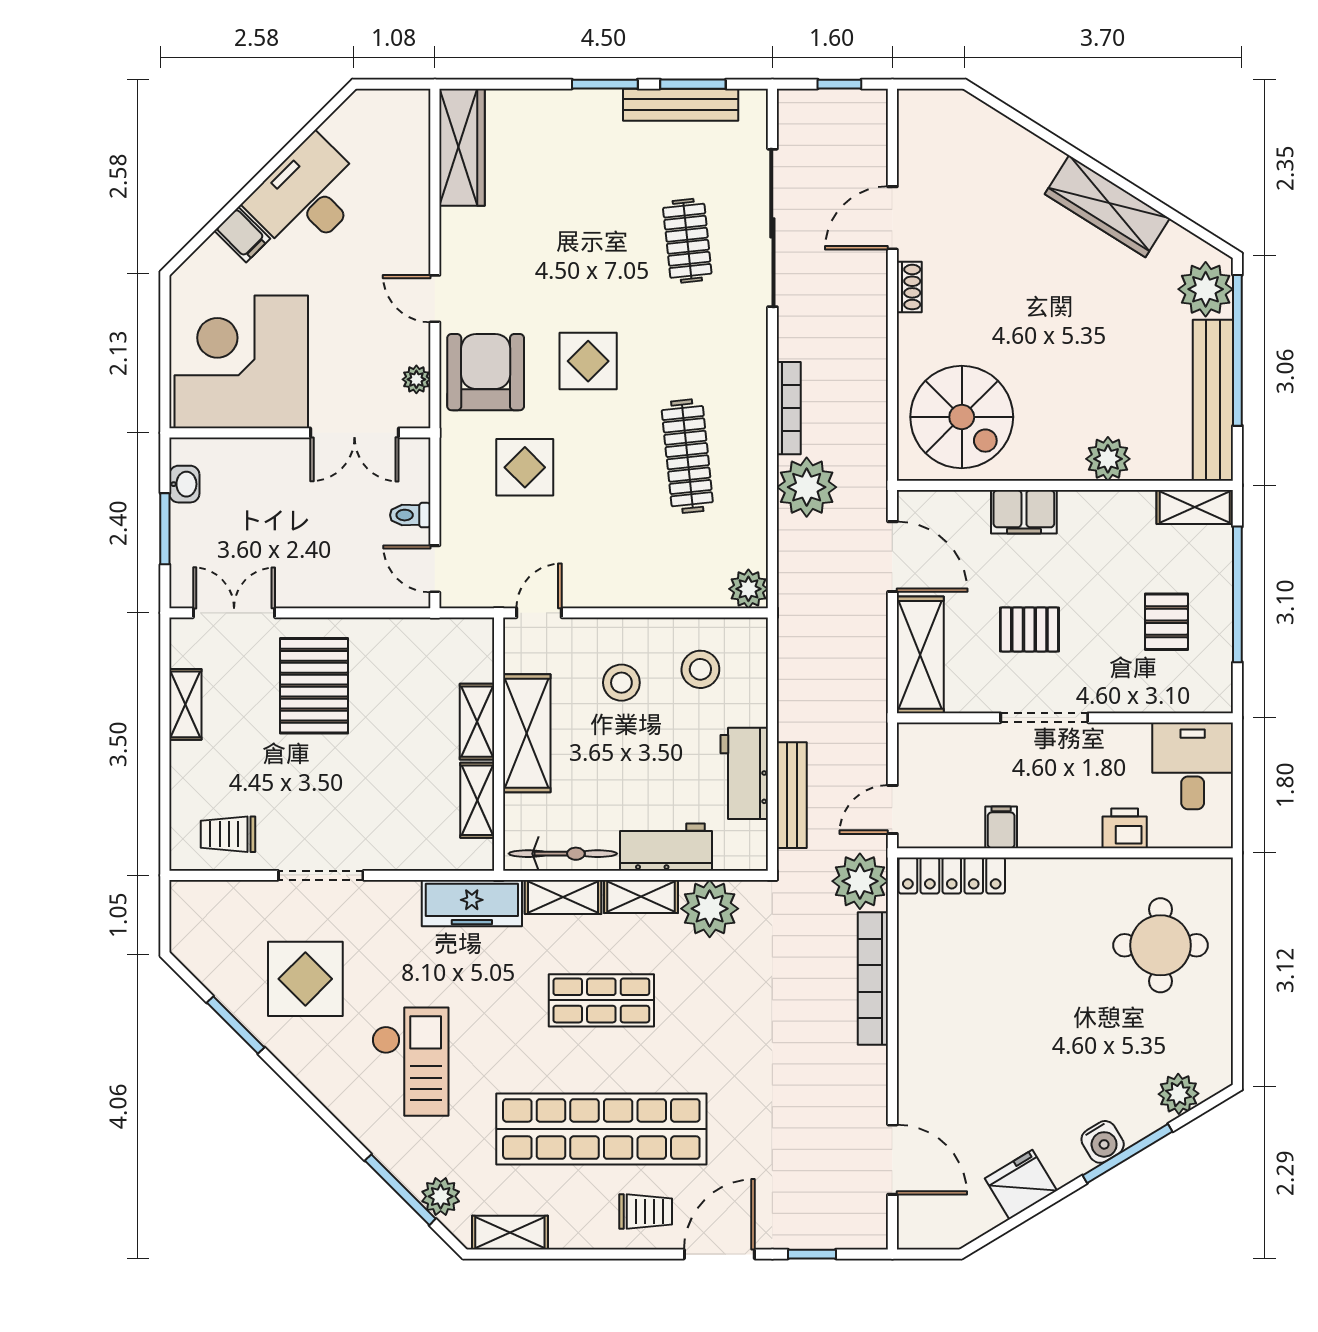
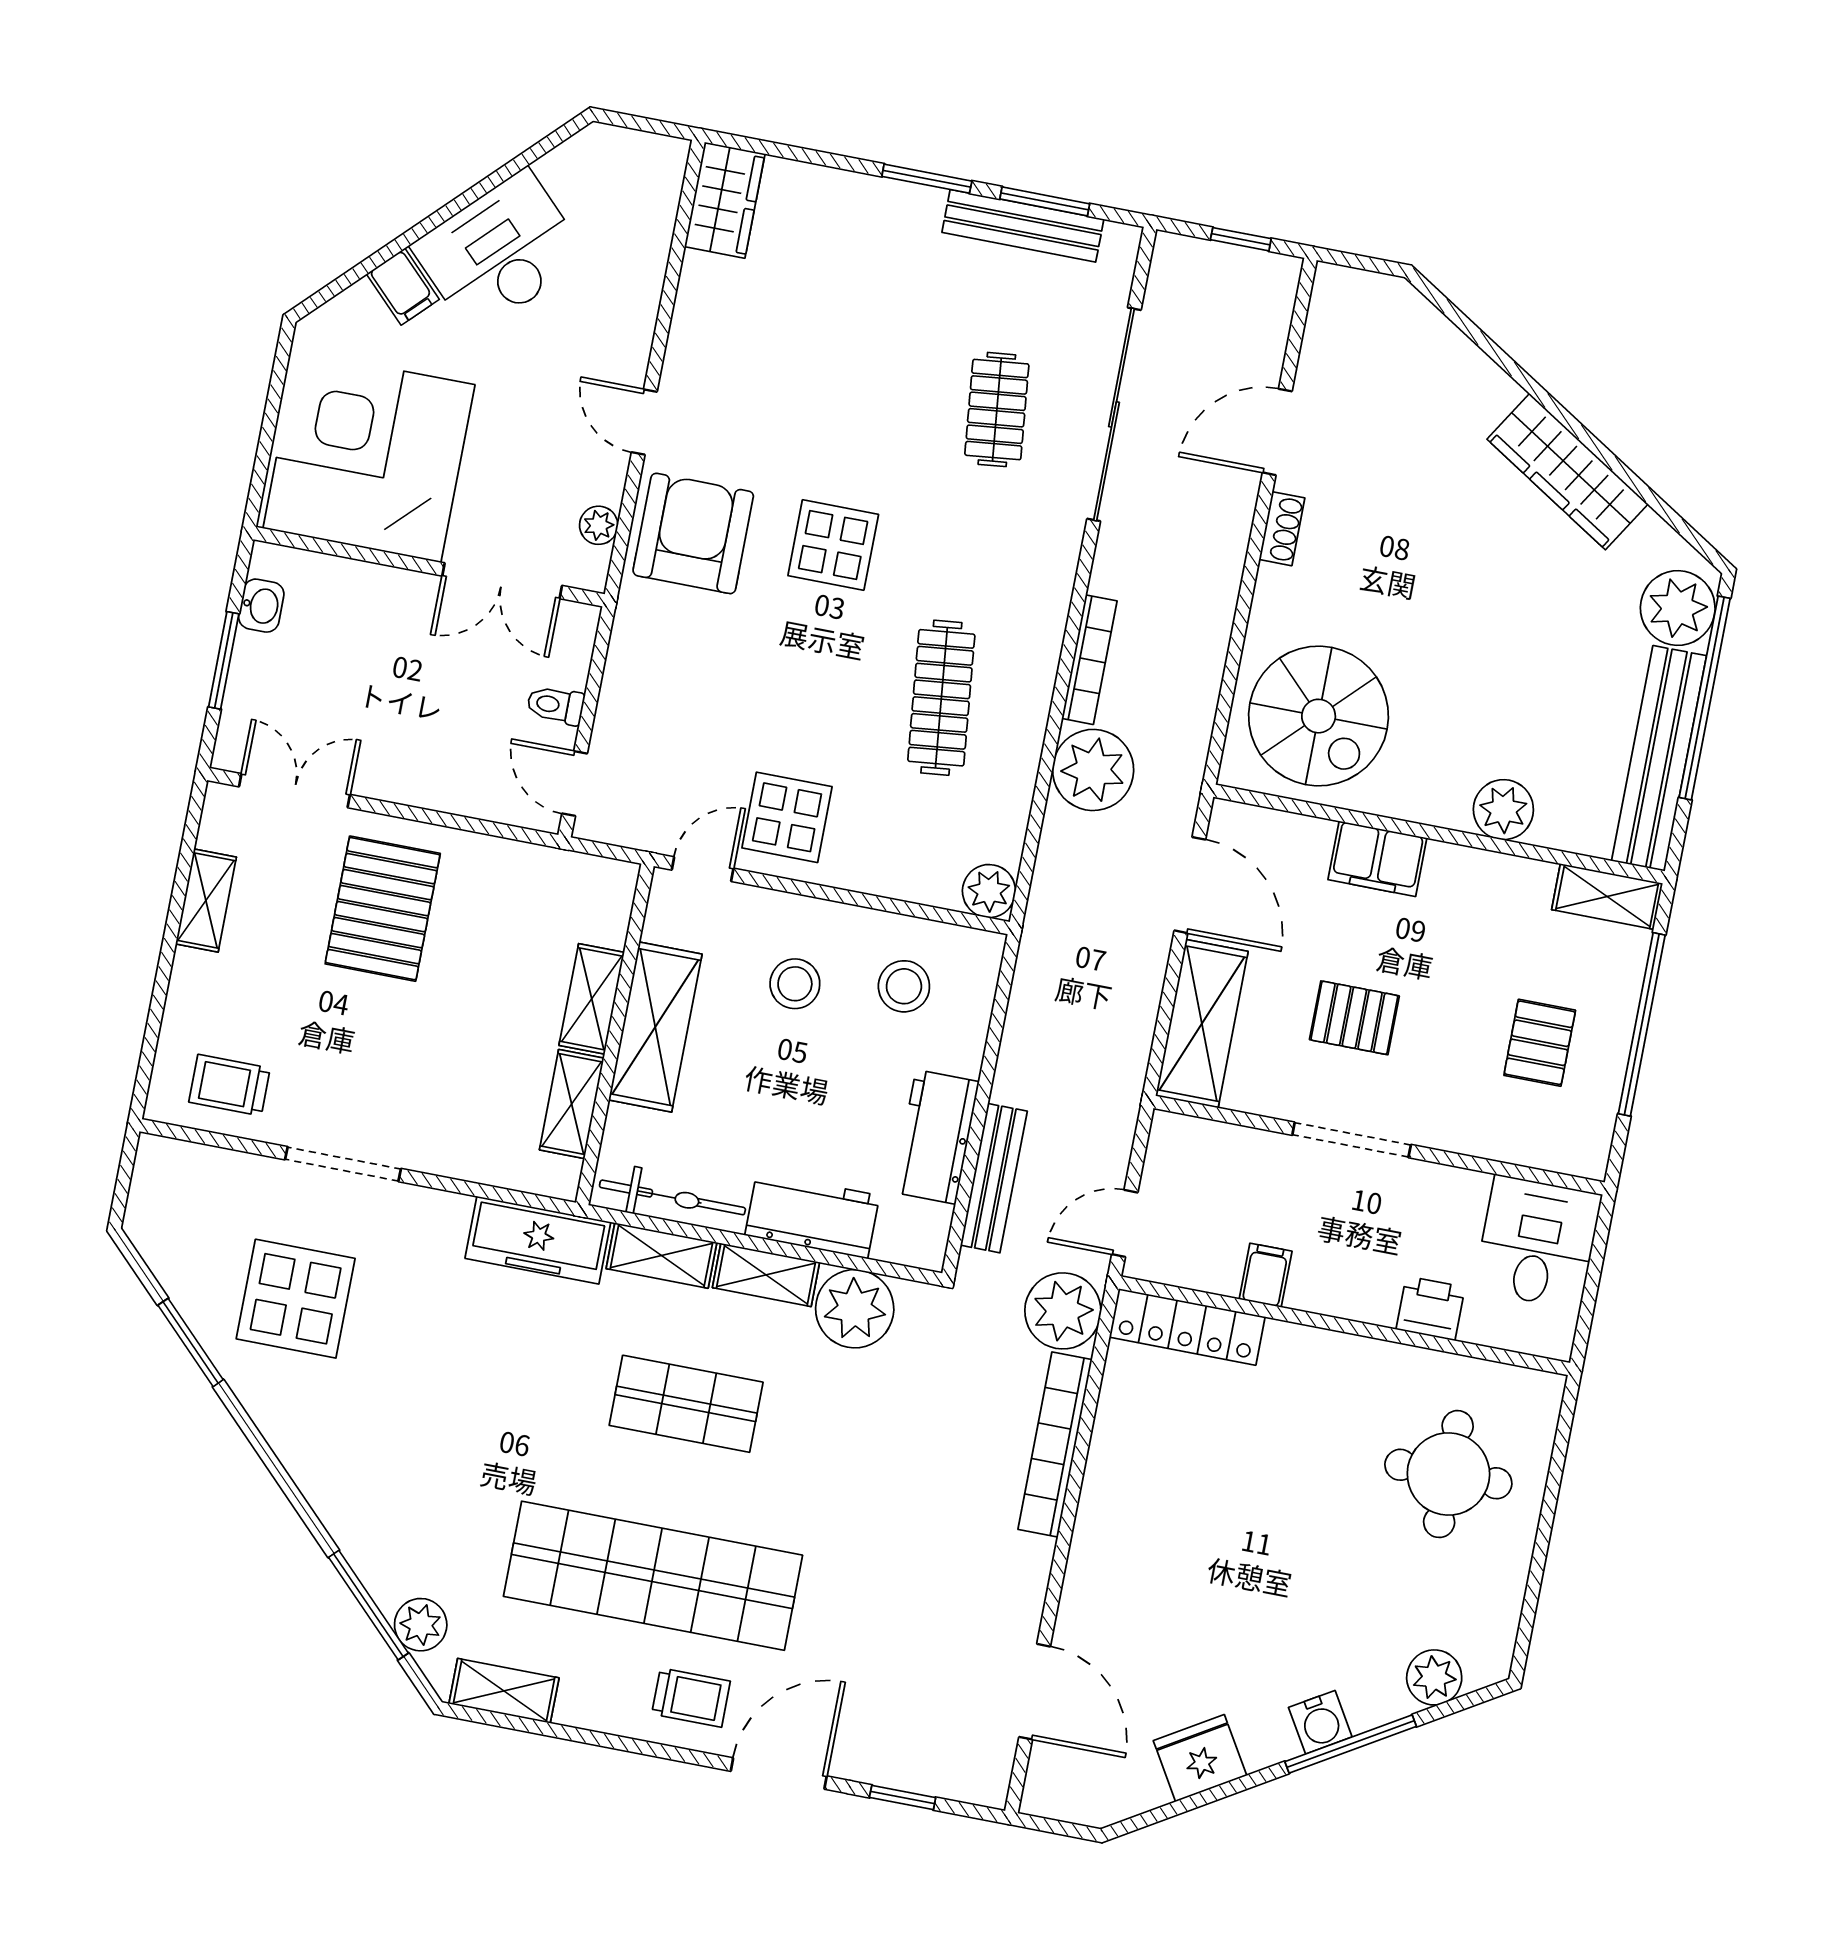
wardrobe: (462, 147) -> (725, 200), width x0.67
display table: (525, 467) -> (787, 817), moved
checkout: (410, 1062) -> (415, 1436), removed

